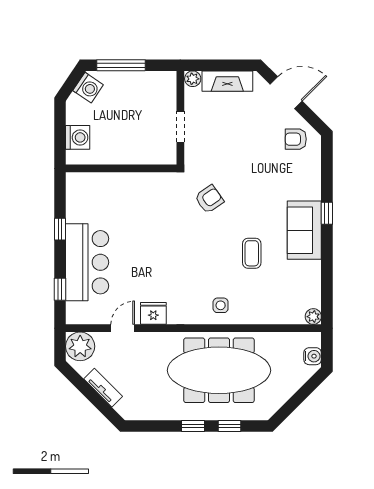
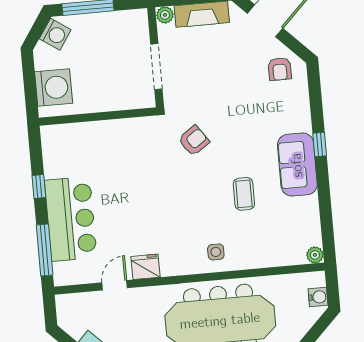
doorway: (180, 127) -> (156, 67), width x1.38
washing machine: (78, 137) -> (54, 87), width x1.37, depth x1.37
armchair: (296, 139) -> (280, 69), turned -90
window: (60, 289) -> (45, 250), width x2.17
plant: (80, 346) -> (71, 309), removed

